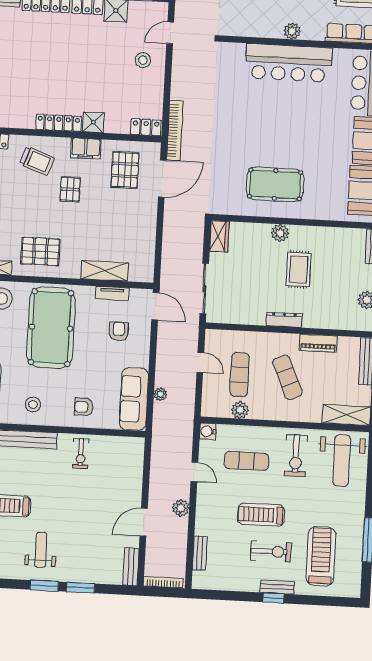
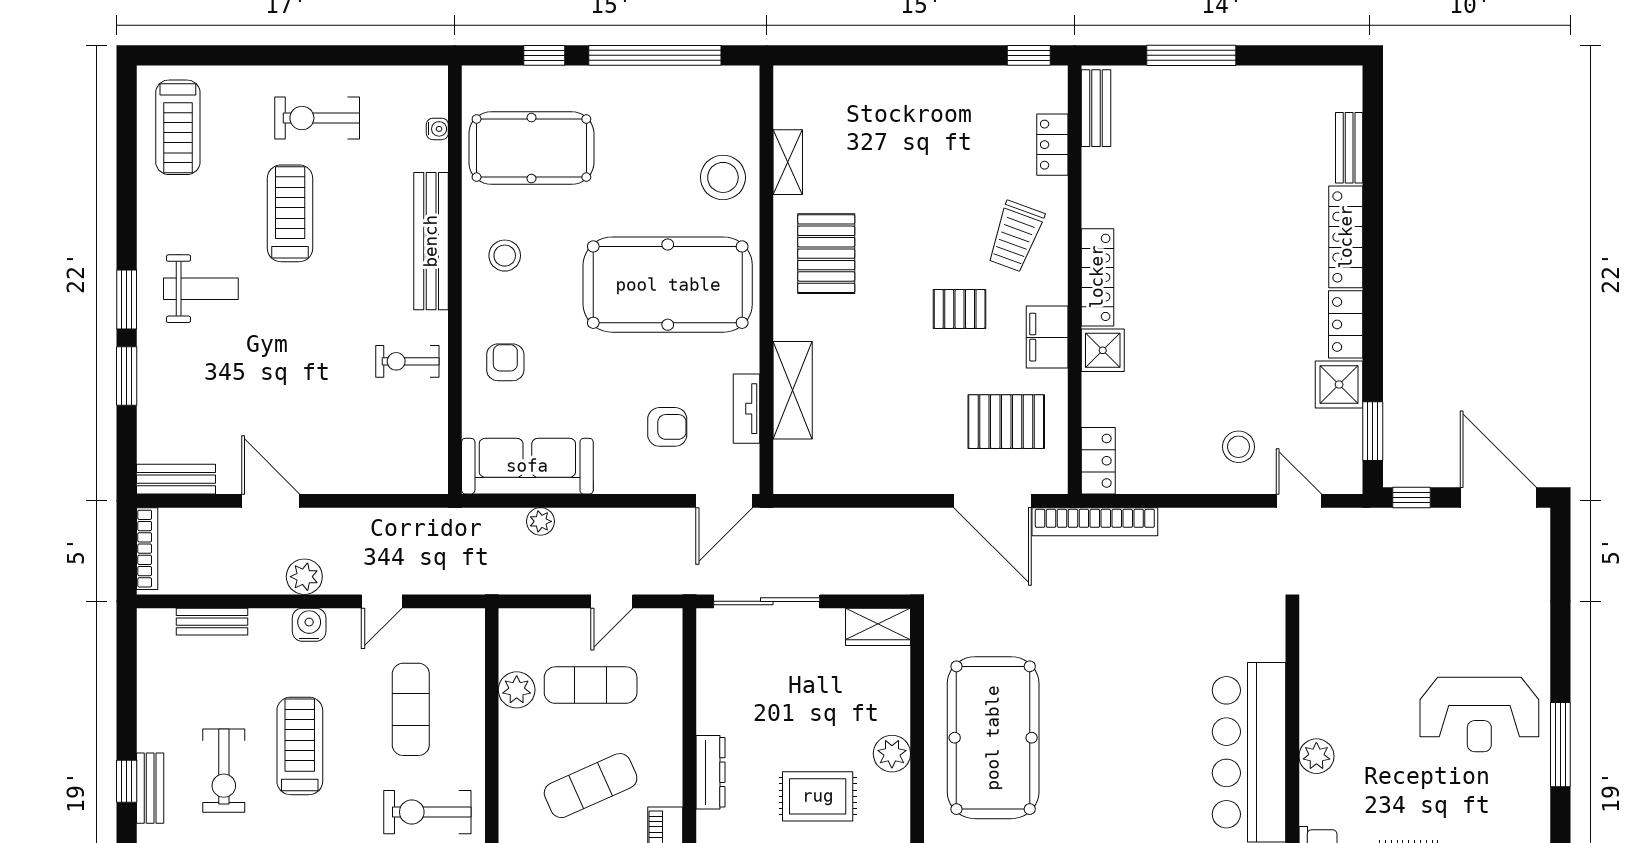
pool table: (275, 184) -> (993, 738), width x1.36, depth x1.32
water cooler: (208, 431) -> (309, 625), moved

